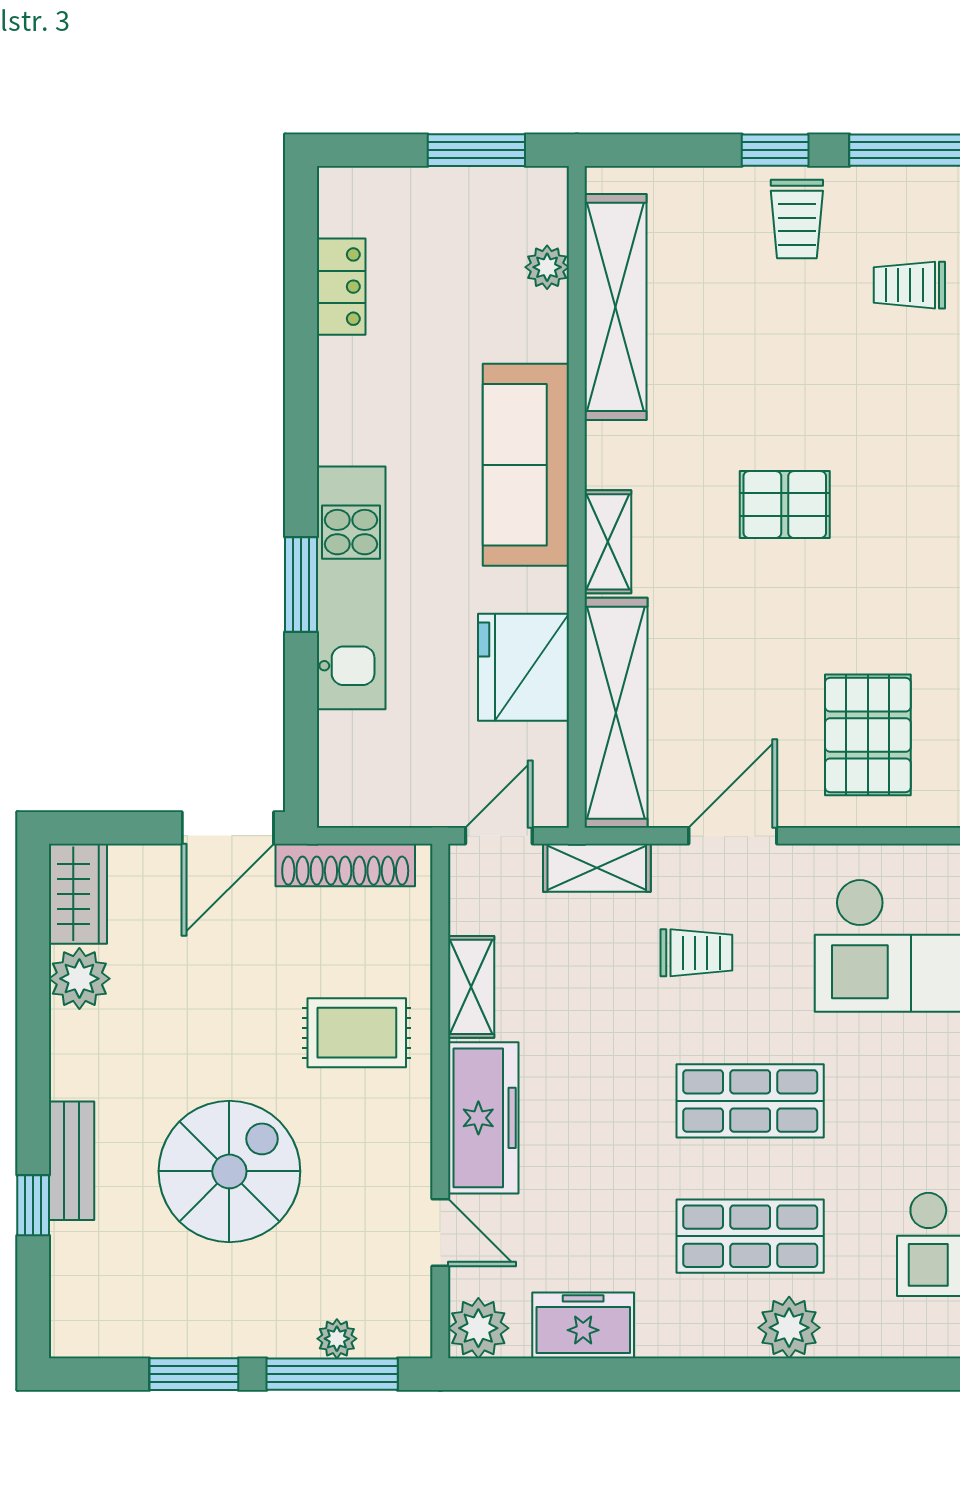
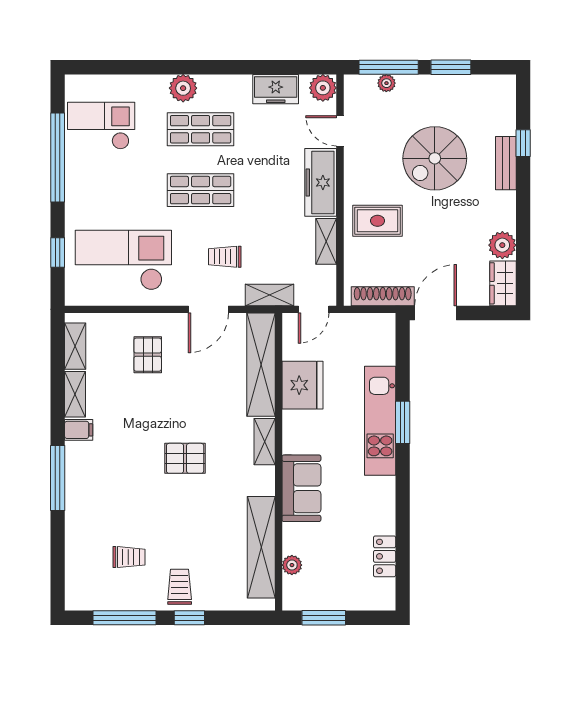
sofa: (526, 465) -> (301, 488), width x0.73
pallet: (868, 735) -> (148, 355), width x0.67, depth x0.71

